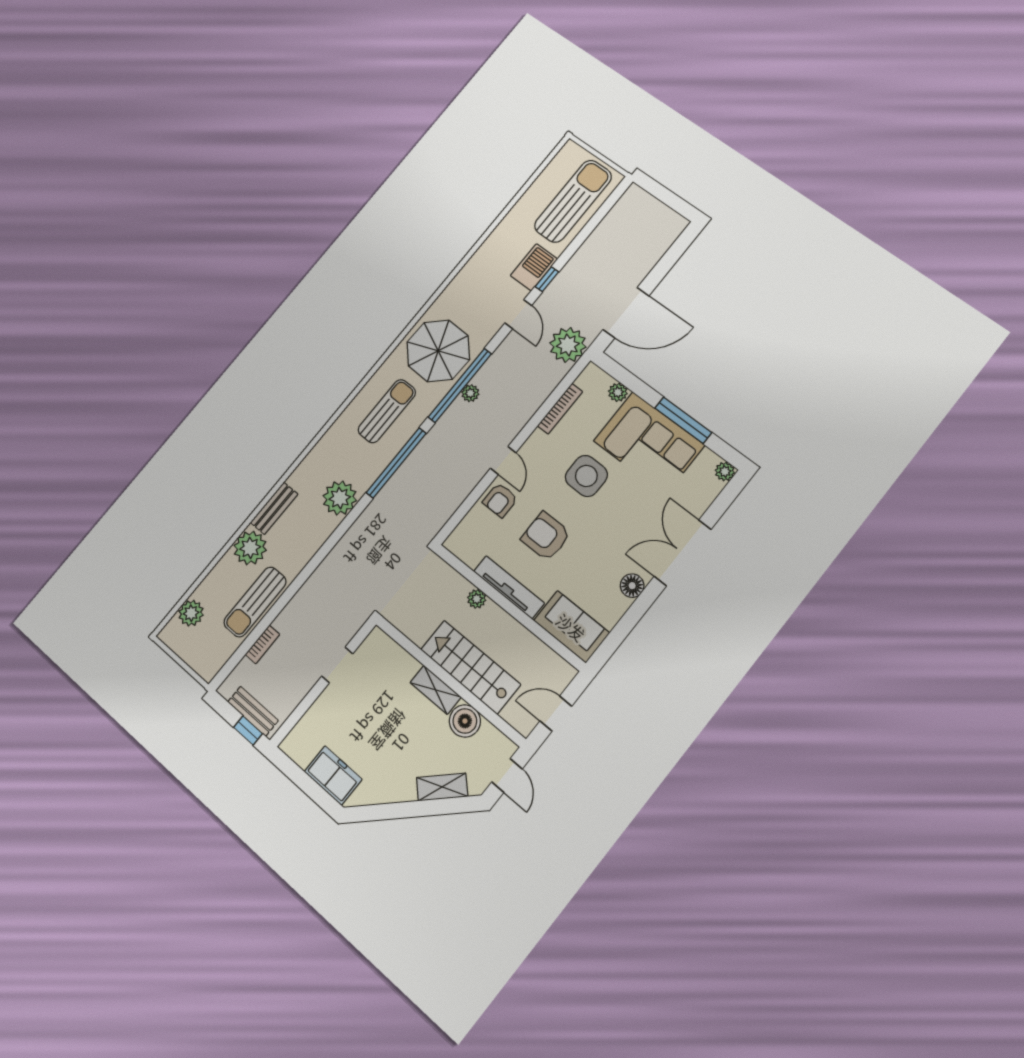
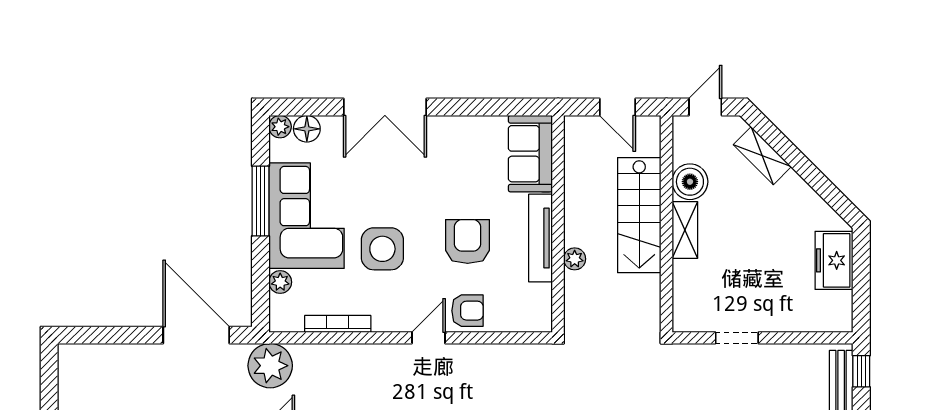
armchair: (546, 536) -> (468, 242), turned 180
floor lamp: (632, 586) -> (307, 129), moved

